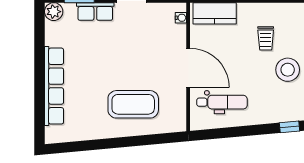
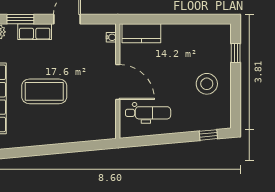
trolley: (266, 38) -> (187, 56), removed
coffee table: (133, 104) -> (44, 91), moved

